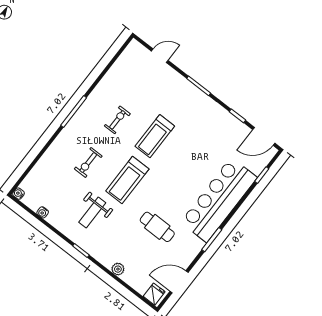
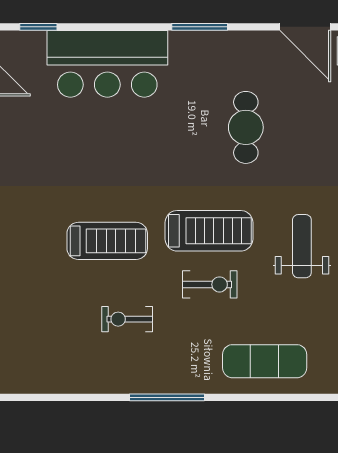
exercise mat: (58, 162) -> (265, 361), added
exercise bike: (88, 163) -> (210, 284), moved
bar counter: (219, 200) -> (107, 64), width x0.73
weight bench: (92, 212) -> (302, 246), turned -90

